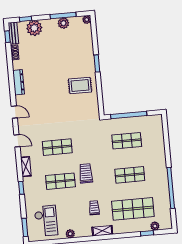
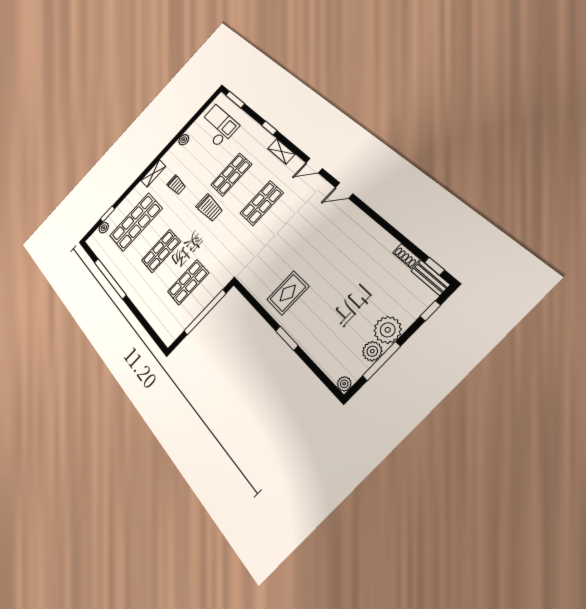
plant: (34, 28) -> (388, 330), moved
dresser: (19, 82) -> (369, 227), removed
checkout: (46, 221) -> (218, 126), turned 180

